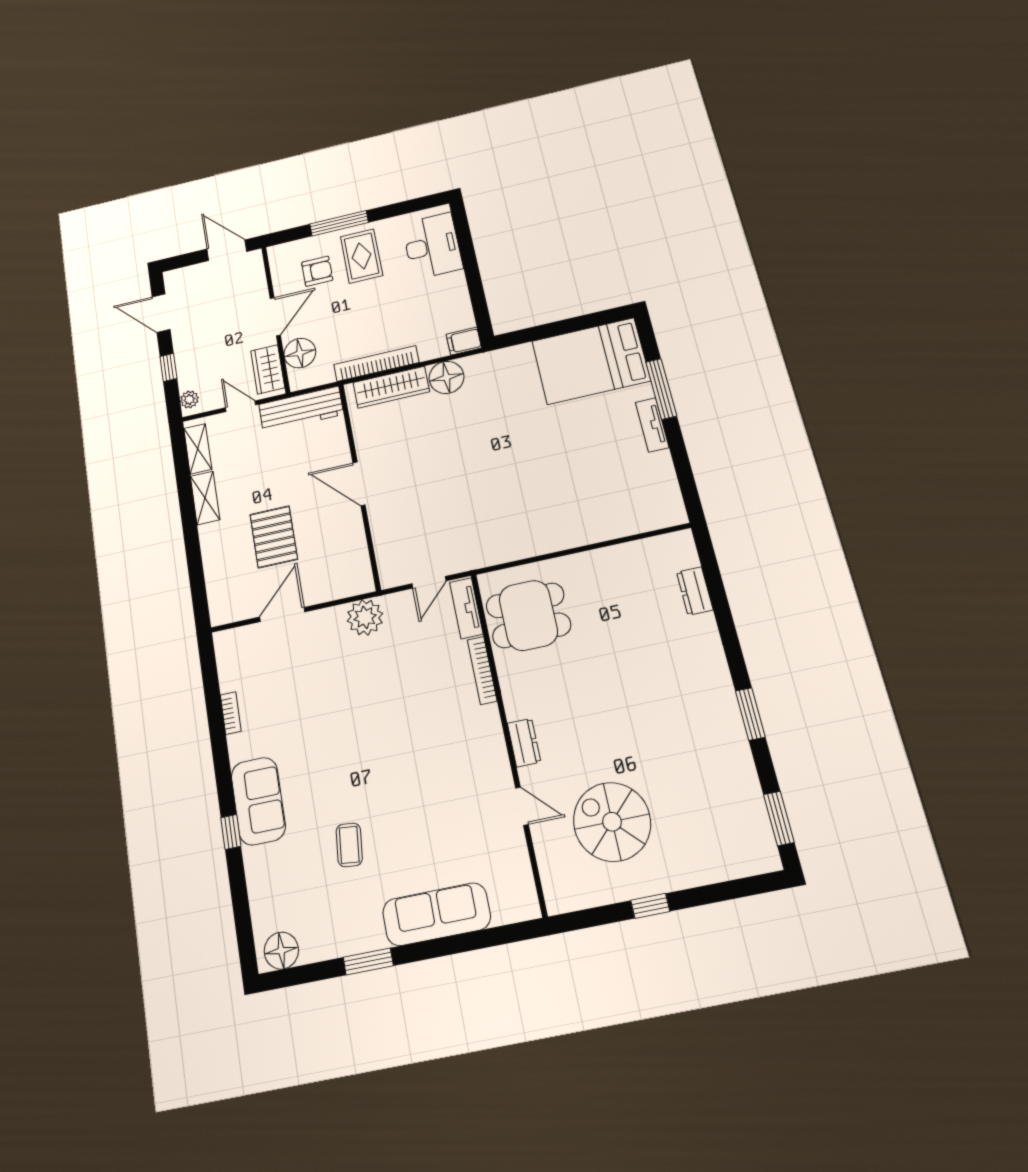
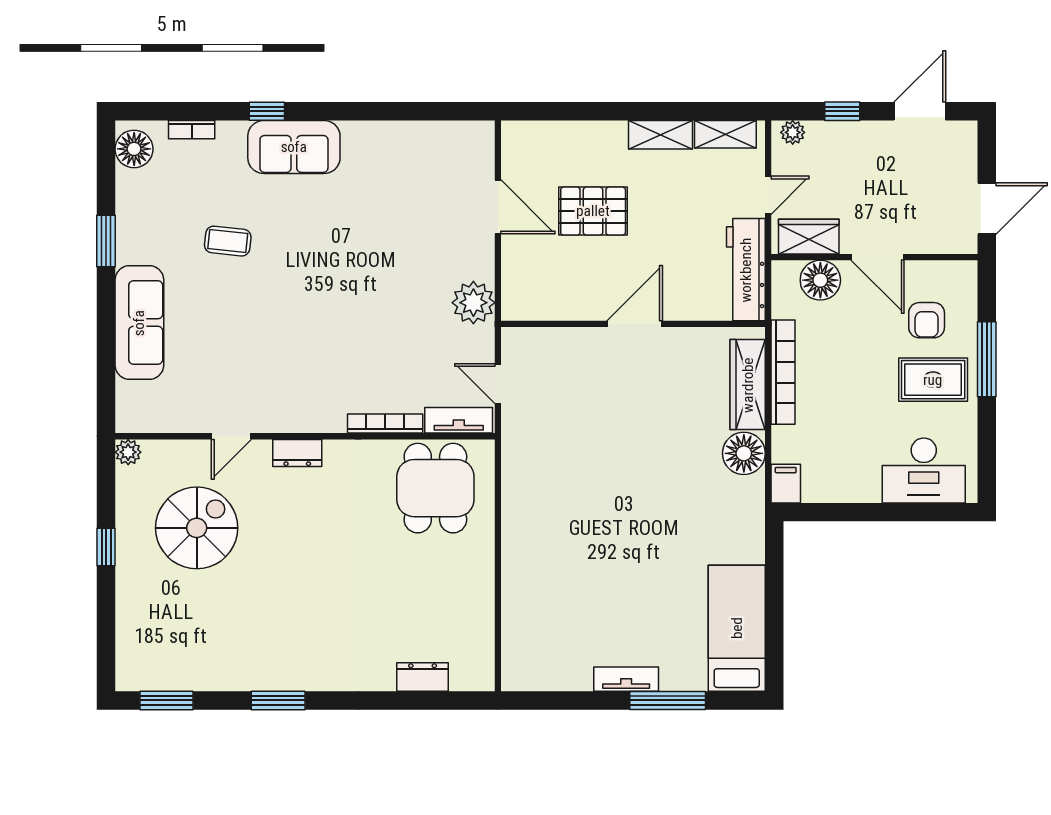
bed: (591, 361) -> (737, 628), width x0.67
bookcase: (231, 713) -> (192, 130), moved
plant: (557, 902) -> (128, 452), added

